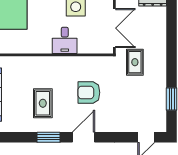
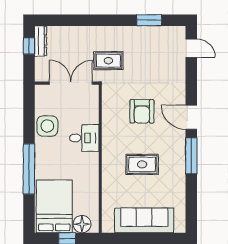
rug: (43, 103) -> (142, 164), moved
window: (49, 137) -> (191, 156), width x1.44

